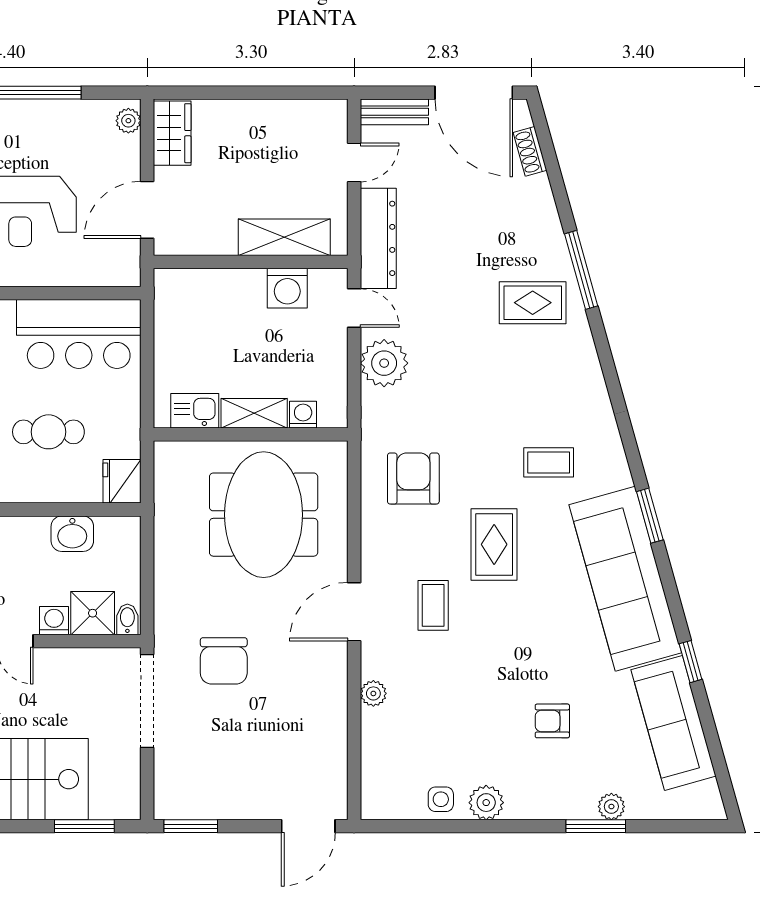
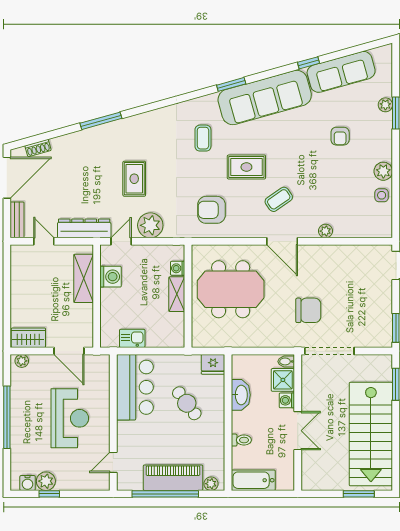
rug: (533, 303) -> (134, 179), moved
kitchen sink: (195, 411) -> (132, 338), moved, turned 90
cafe table: (48, 432) -> (187, 403), turned -37
washbasin: (72, 534) -> (241, 395), width x1.38
coffee table: (433, 605) -> (279, 199), turned -35

